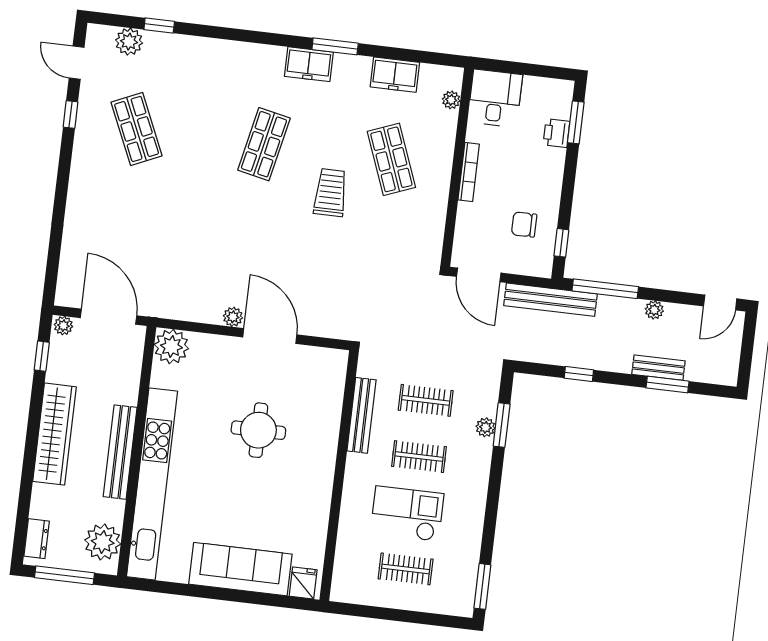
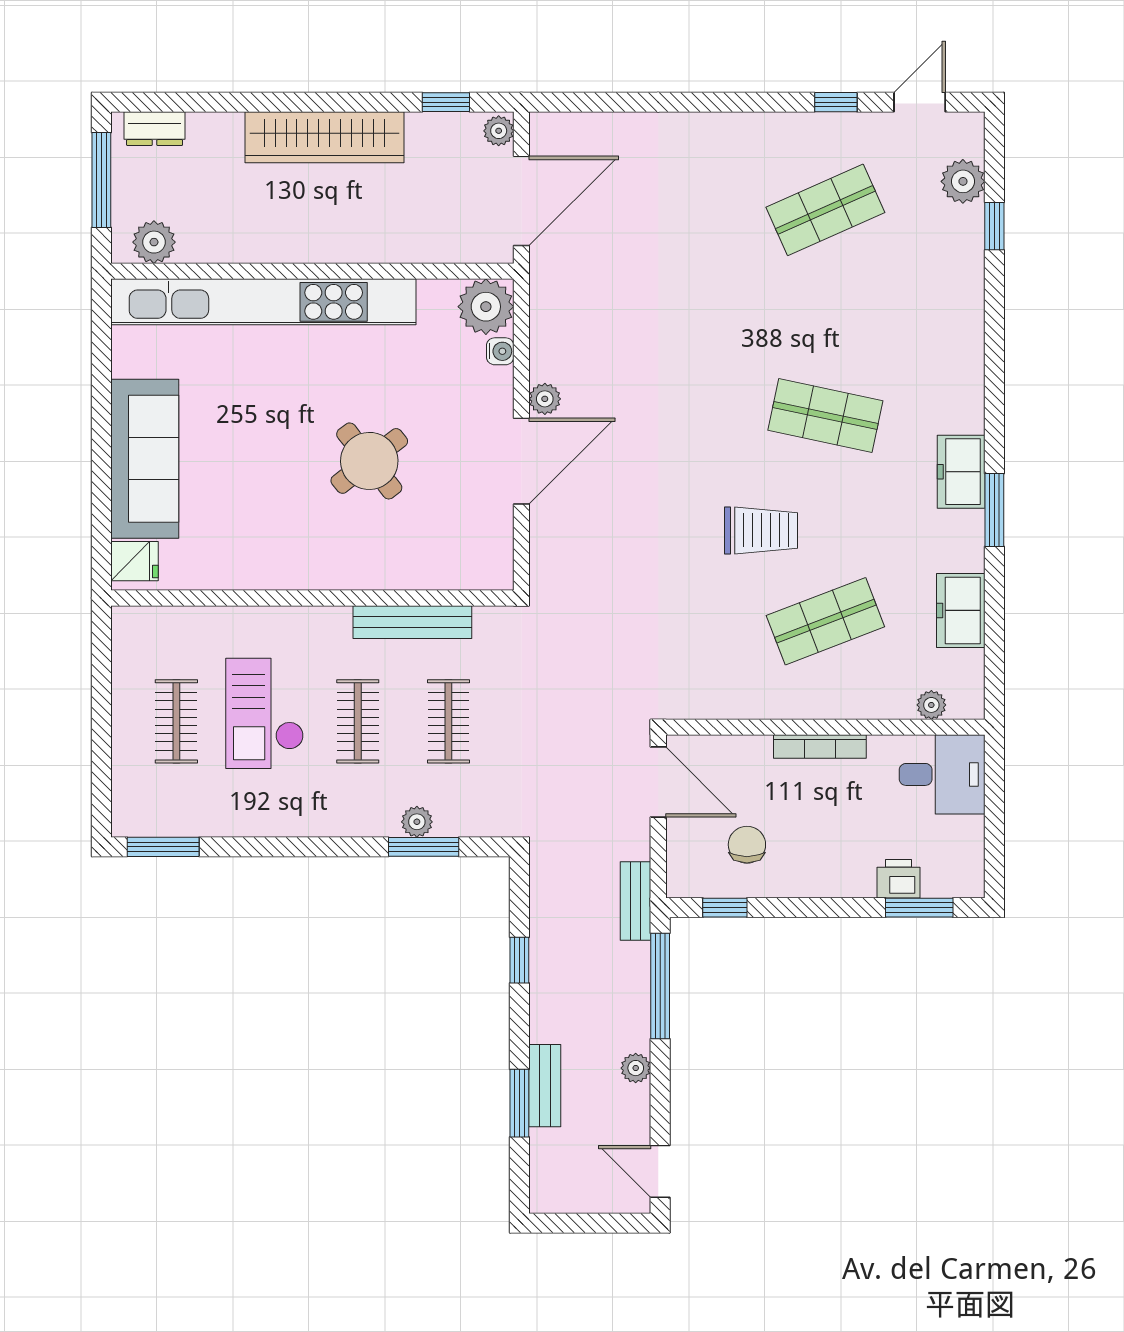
door: (479, 275) -> (658, 782), swing flipped
bench: (551, 300) -> (636, 901), width x0.54, depth x0.82
water cooler: (200, 341) -> (500, 351), added
round table: (258, 430) -> (369, 461), turned -38
bench: (120, 452) -> (308, 245), removed
checkout: (407, 514) -> (265, 713), turned 180
plant: (103, 542) -> (154, 242), width x0.73, depth x0.73

